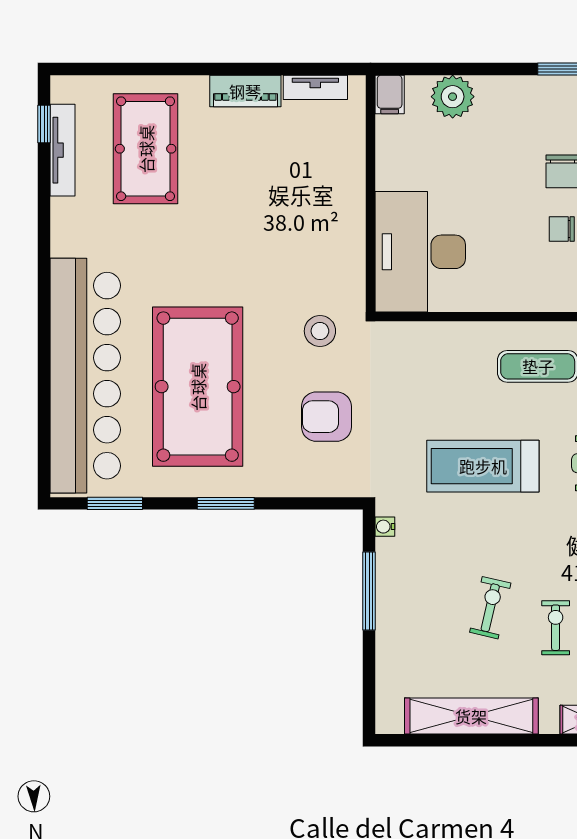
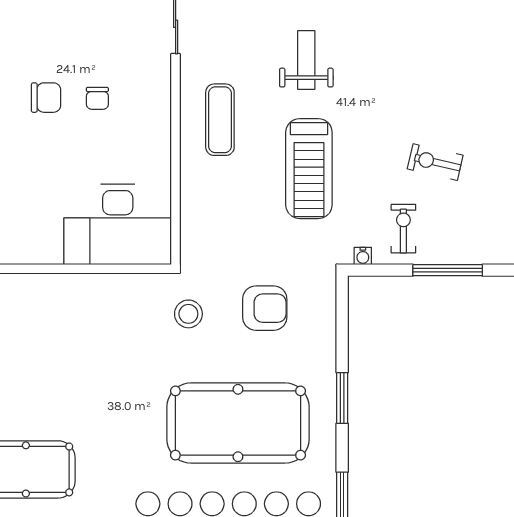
armchair: (326, 417) -> (265, 308), turned -90
window: (369, 591) -> (448, 270), moved
exercise bike: (556, 628) -> (403, 229), moved, turned 90

